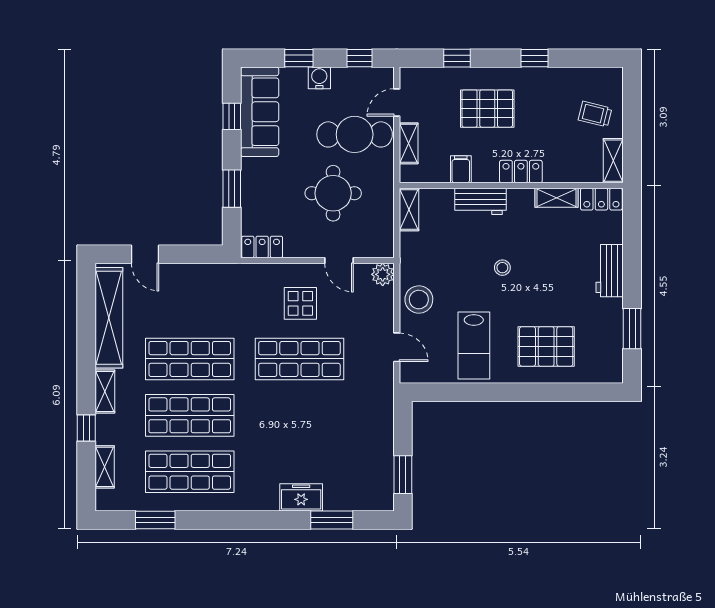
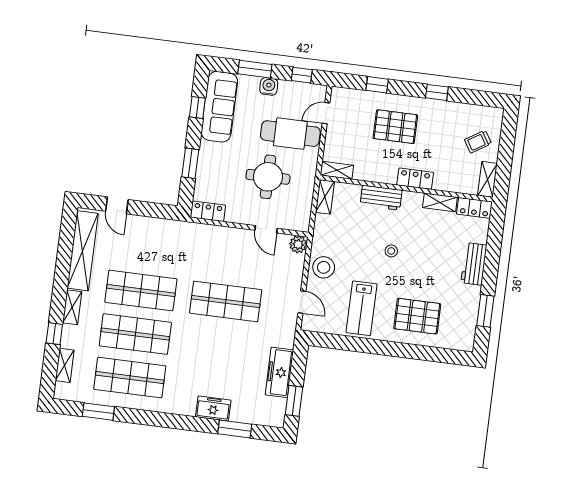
window: (299, 58) -> (255, 69), width x1.50
trolley: (595, 114) -> (478, 142), turned -46
shelving: (409, 143) -> (337, 170), moved, turned 90
filing cabinet: (461, 169) -> (369, 171), removed
display table: (300, 303) -> (232, 259), removed
freezer: (380, 441) -> (279, 372), added

